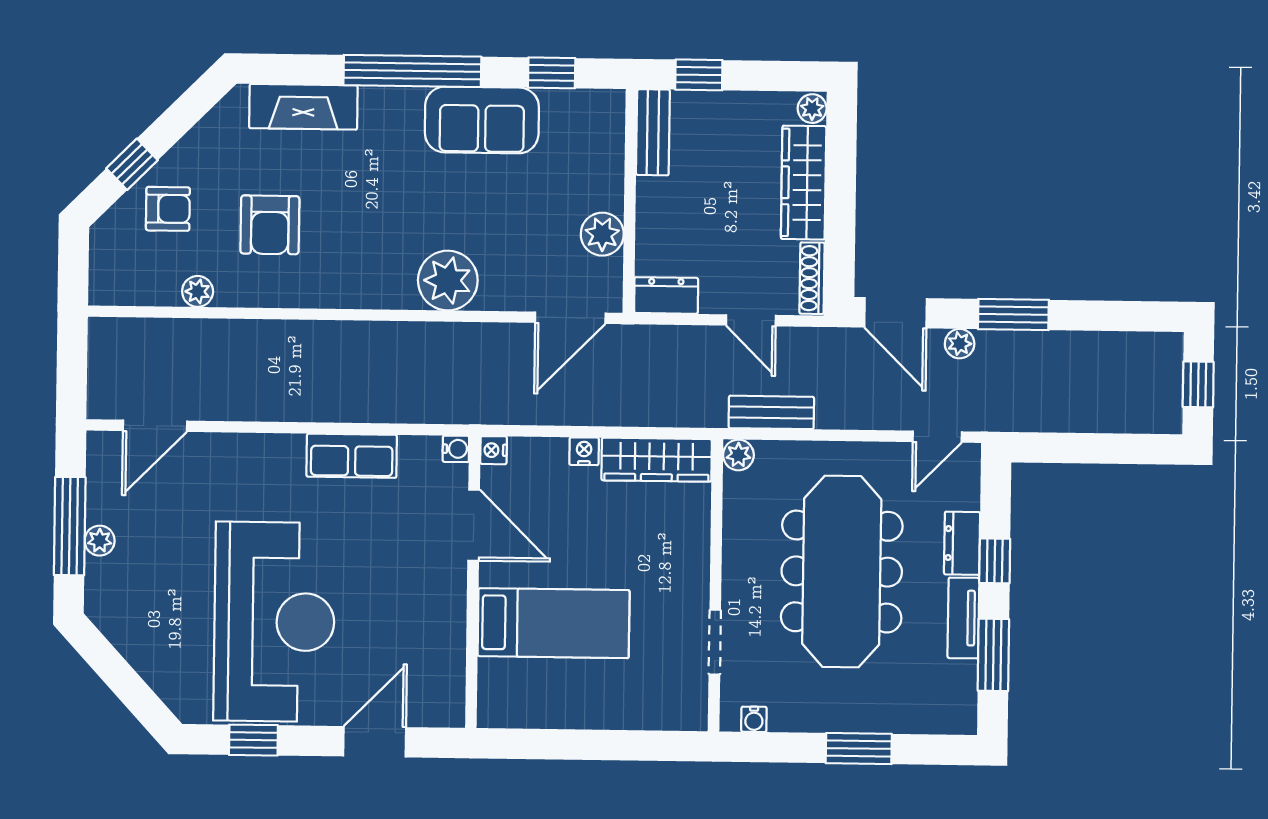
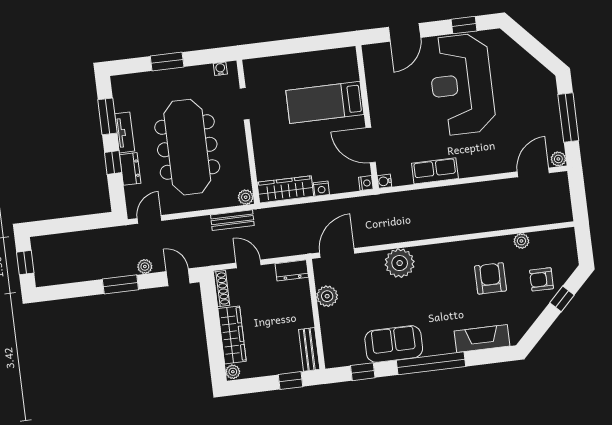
door: (896, 313) -> (178, 277), width x0.73
plant: (100, 541) -> (558, 159), moved

